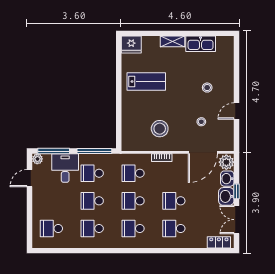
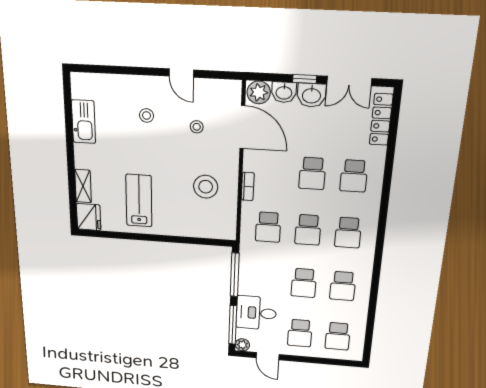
shelving: (173, 41) -> (83, 186), moved
school desk: (92, 173) -> (300, 333), moved
locker: (219, 242) -> (381, 120), width x1.53

